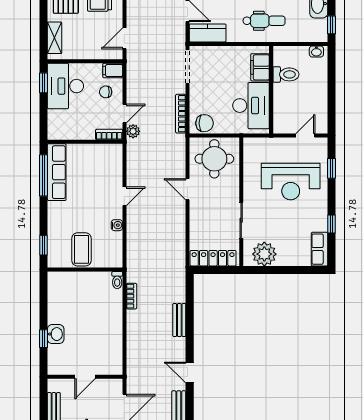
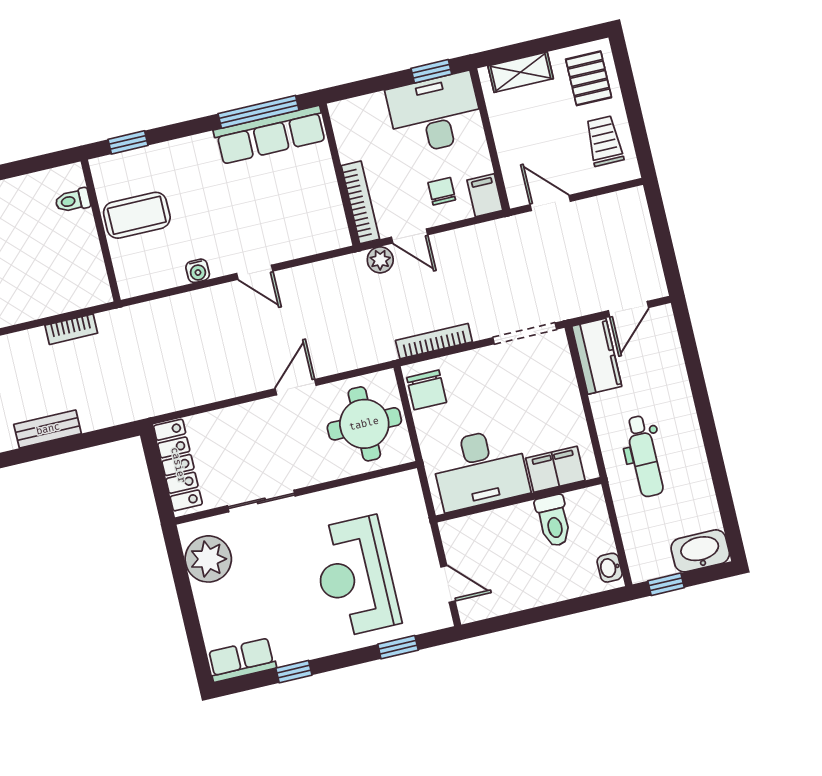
bookcase: (109, 134) -> (360, 202), width x1.56
toilet: (117, 280) -> (73, 201), moved

